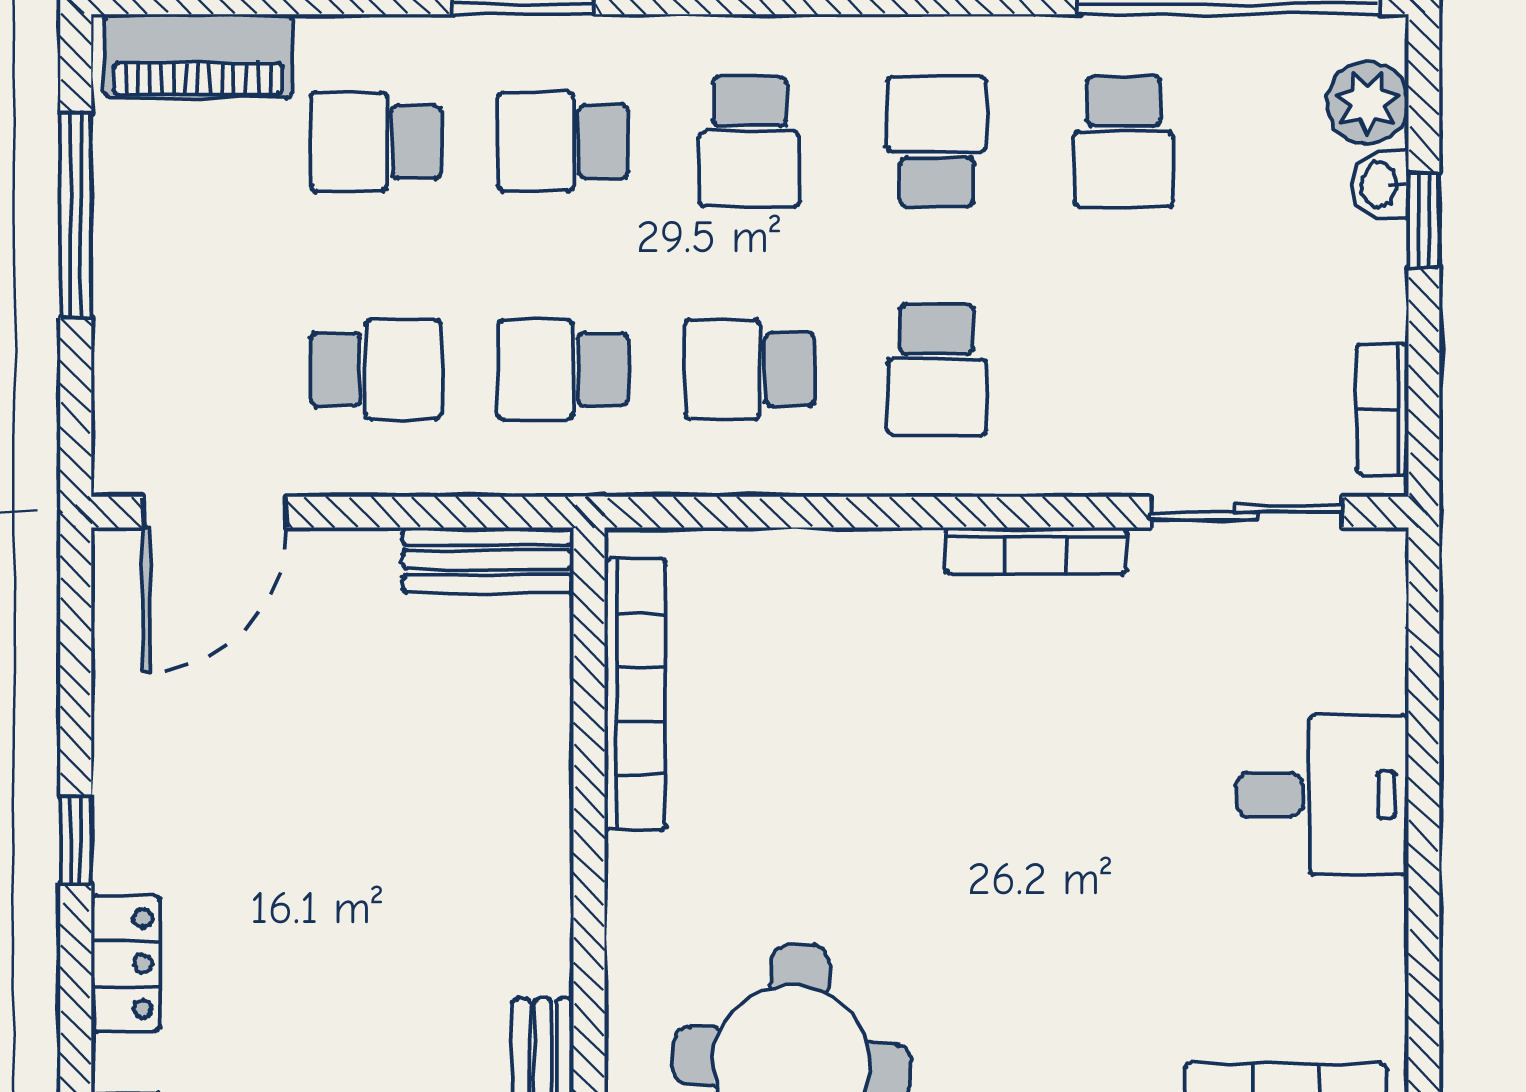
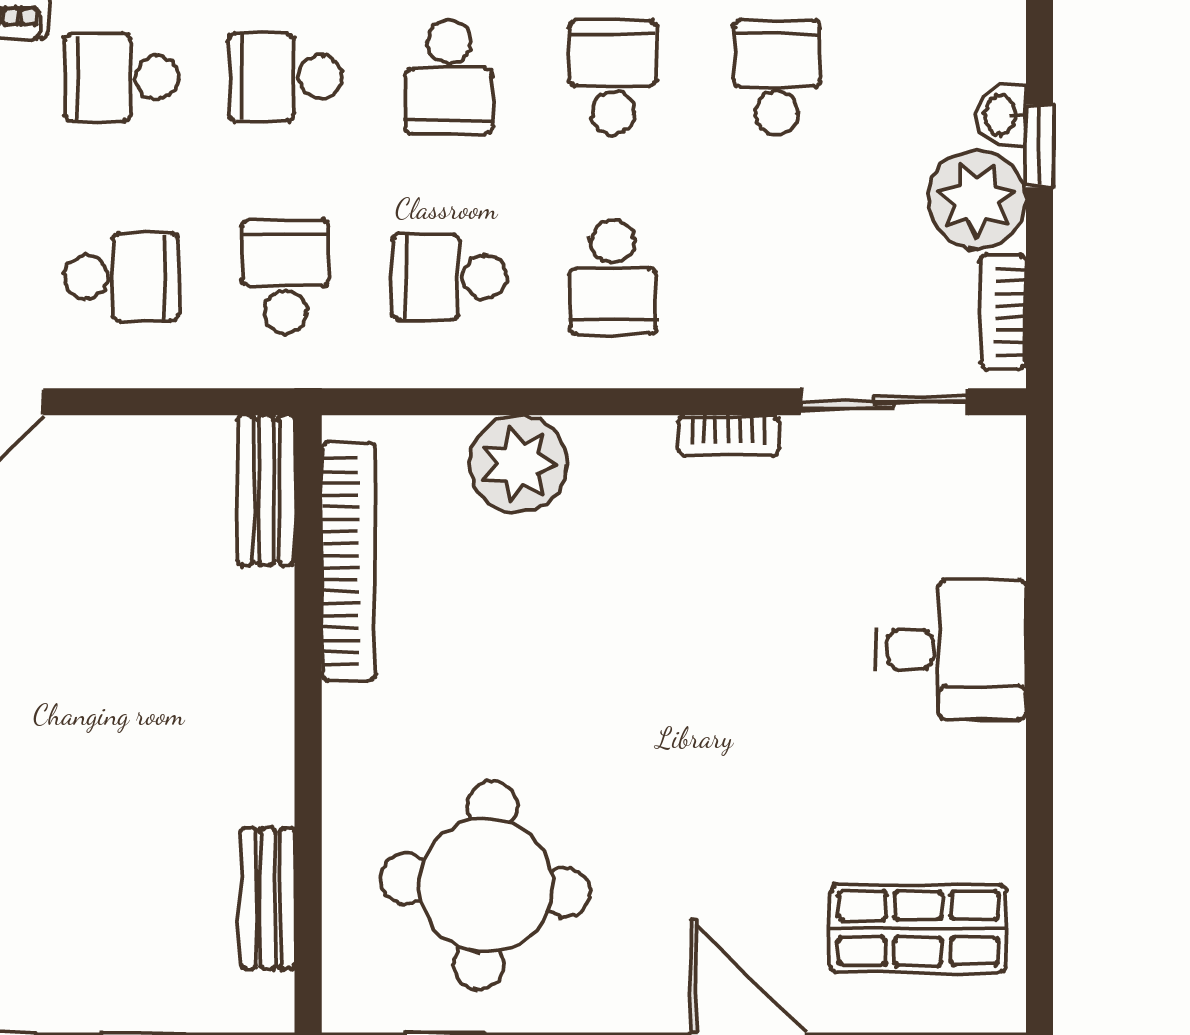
plant: (1367, 103) -> (977, 200), moved, width x1.36, depth x1.36
school desk: (1124, 142) -> (777, 77), turned 180
school desk: (563, 369) -> (285, 277), turned 90
bookcase: (1036, 551) -> (728, 436), width x0.64
bench: (488, 560) -> (266, 490), moved, turned 90
plant: (829, 583) -> (518, 464), added

